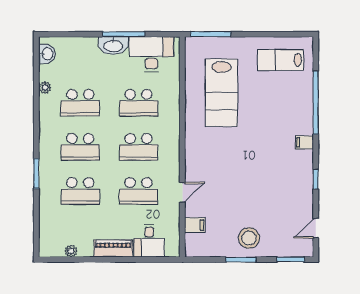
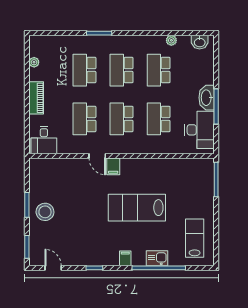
lab bench: (221, 93) -> (137, 208), moved
kitchen sink: (304, 105) -> (157, 258), added
door: (182, 192) -> (97, 156), moved
filing cabinet: (195, 225) -> (113, 166), moved
desk: (149, 241) -> (44, 140), moved, turned -90

